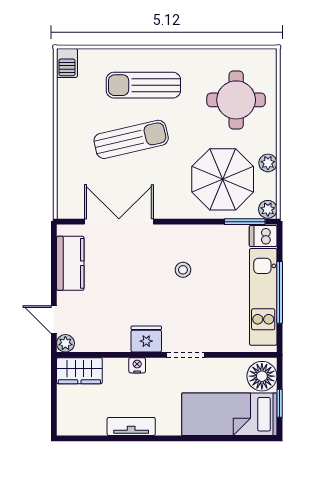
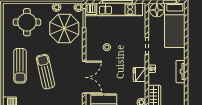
double door: (119, 222) -> (84, 77), swing flipped
fridge: (146, 339) -> (139, 74), moved

